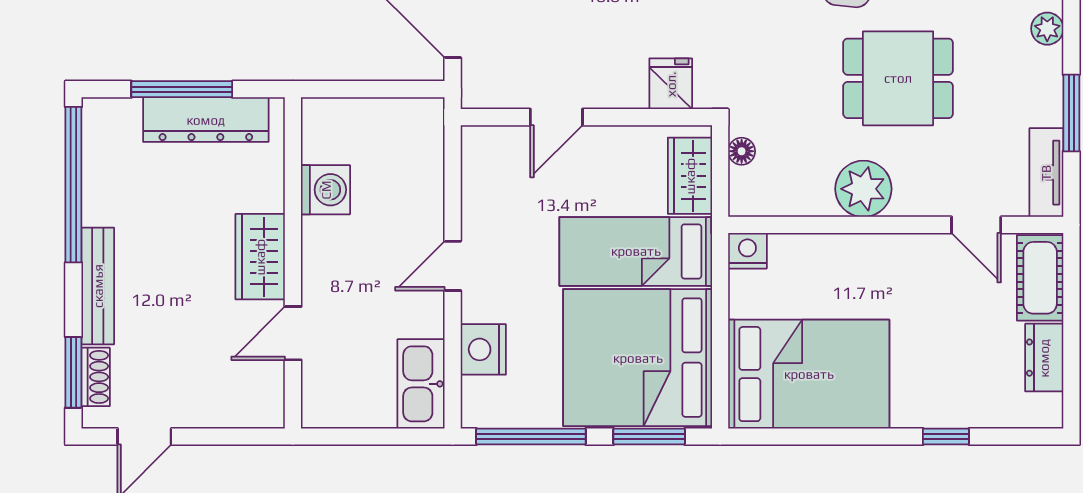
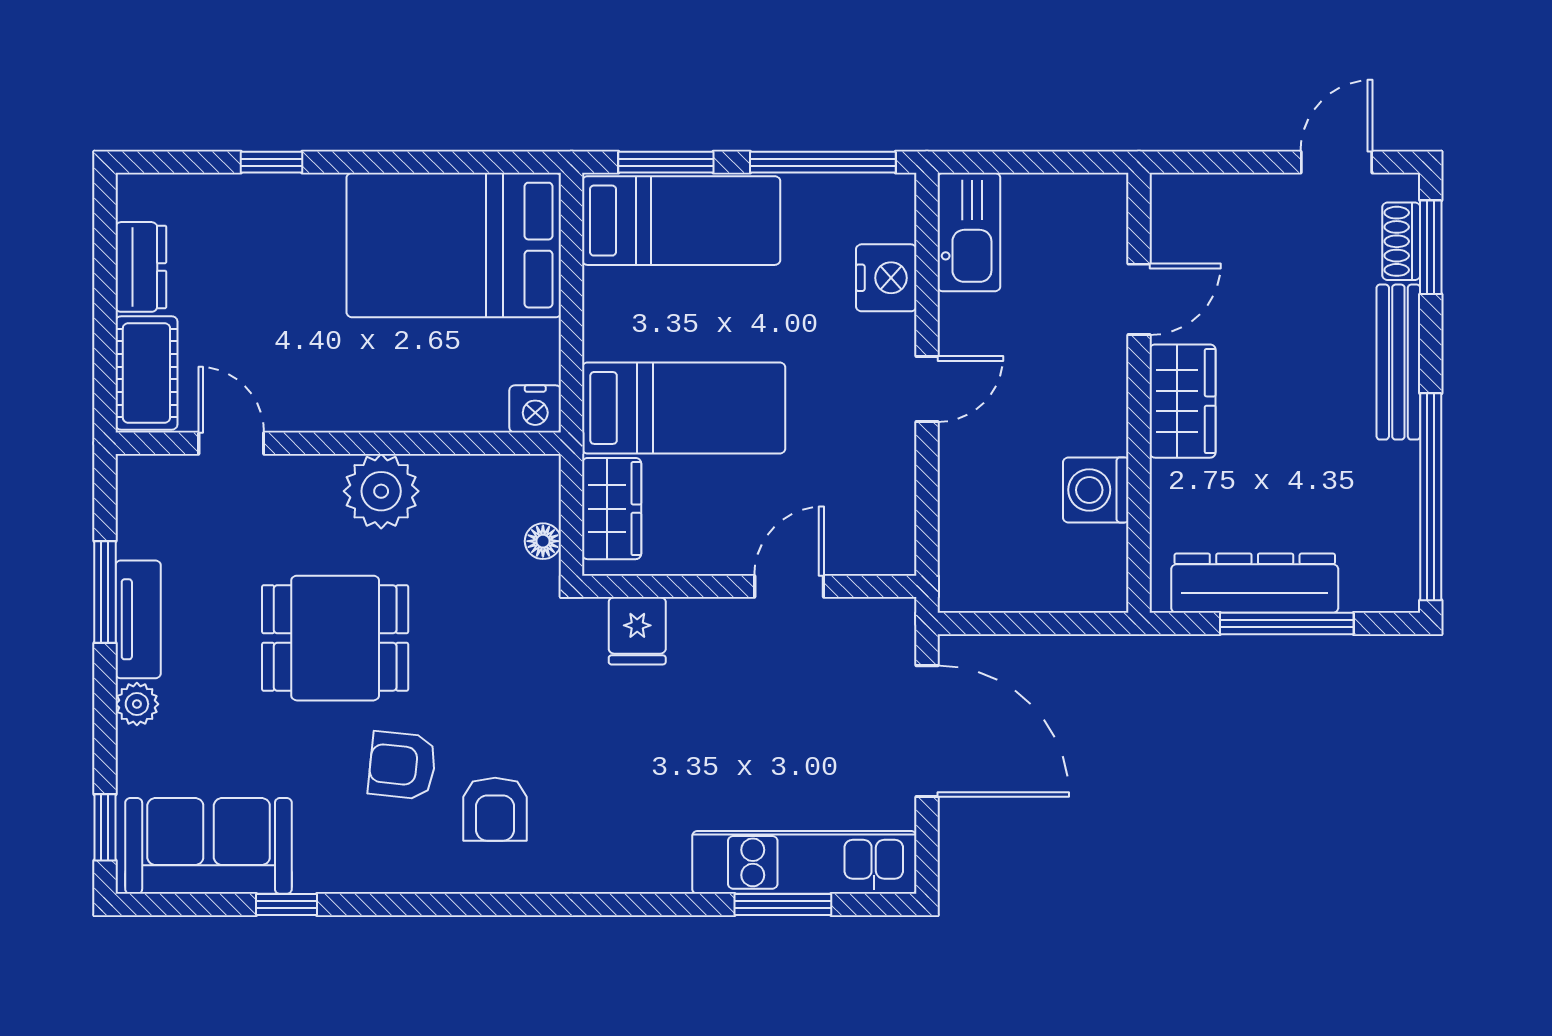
tv unit: (1046, 173) -> (138, 619), moved
bed: (638, 358) -> (681, 221), width x0.49

